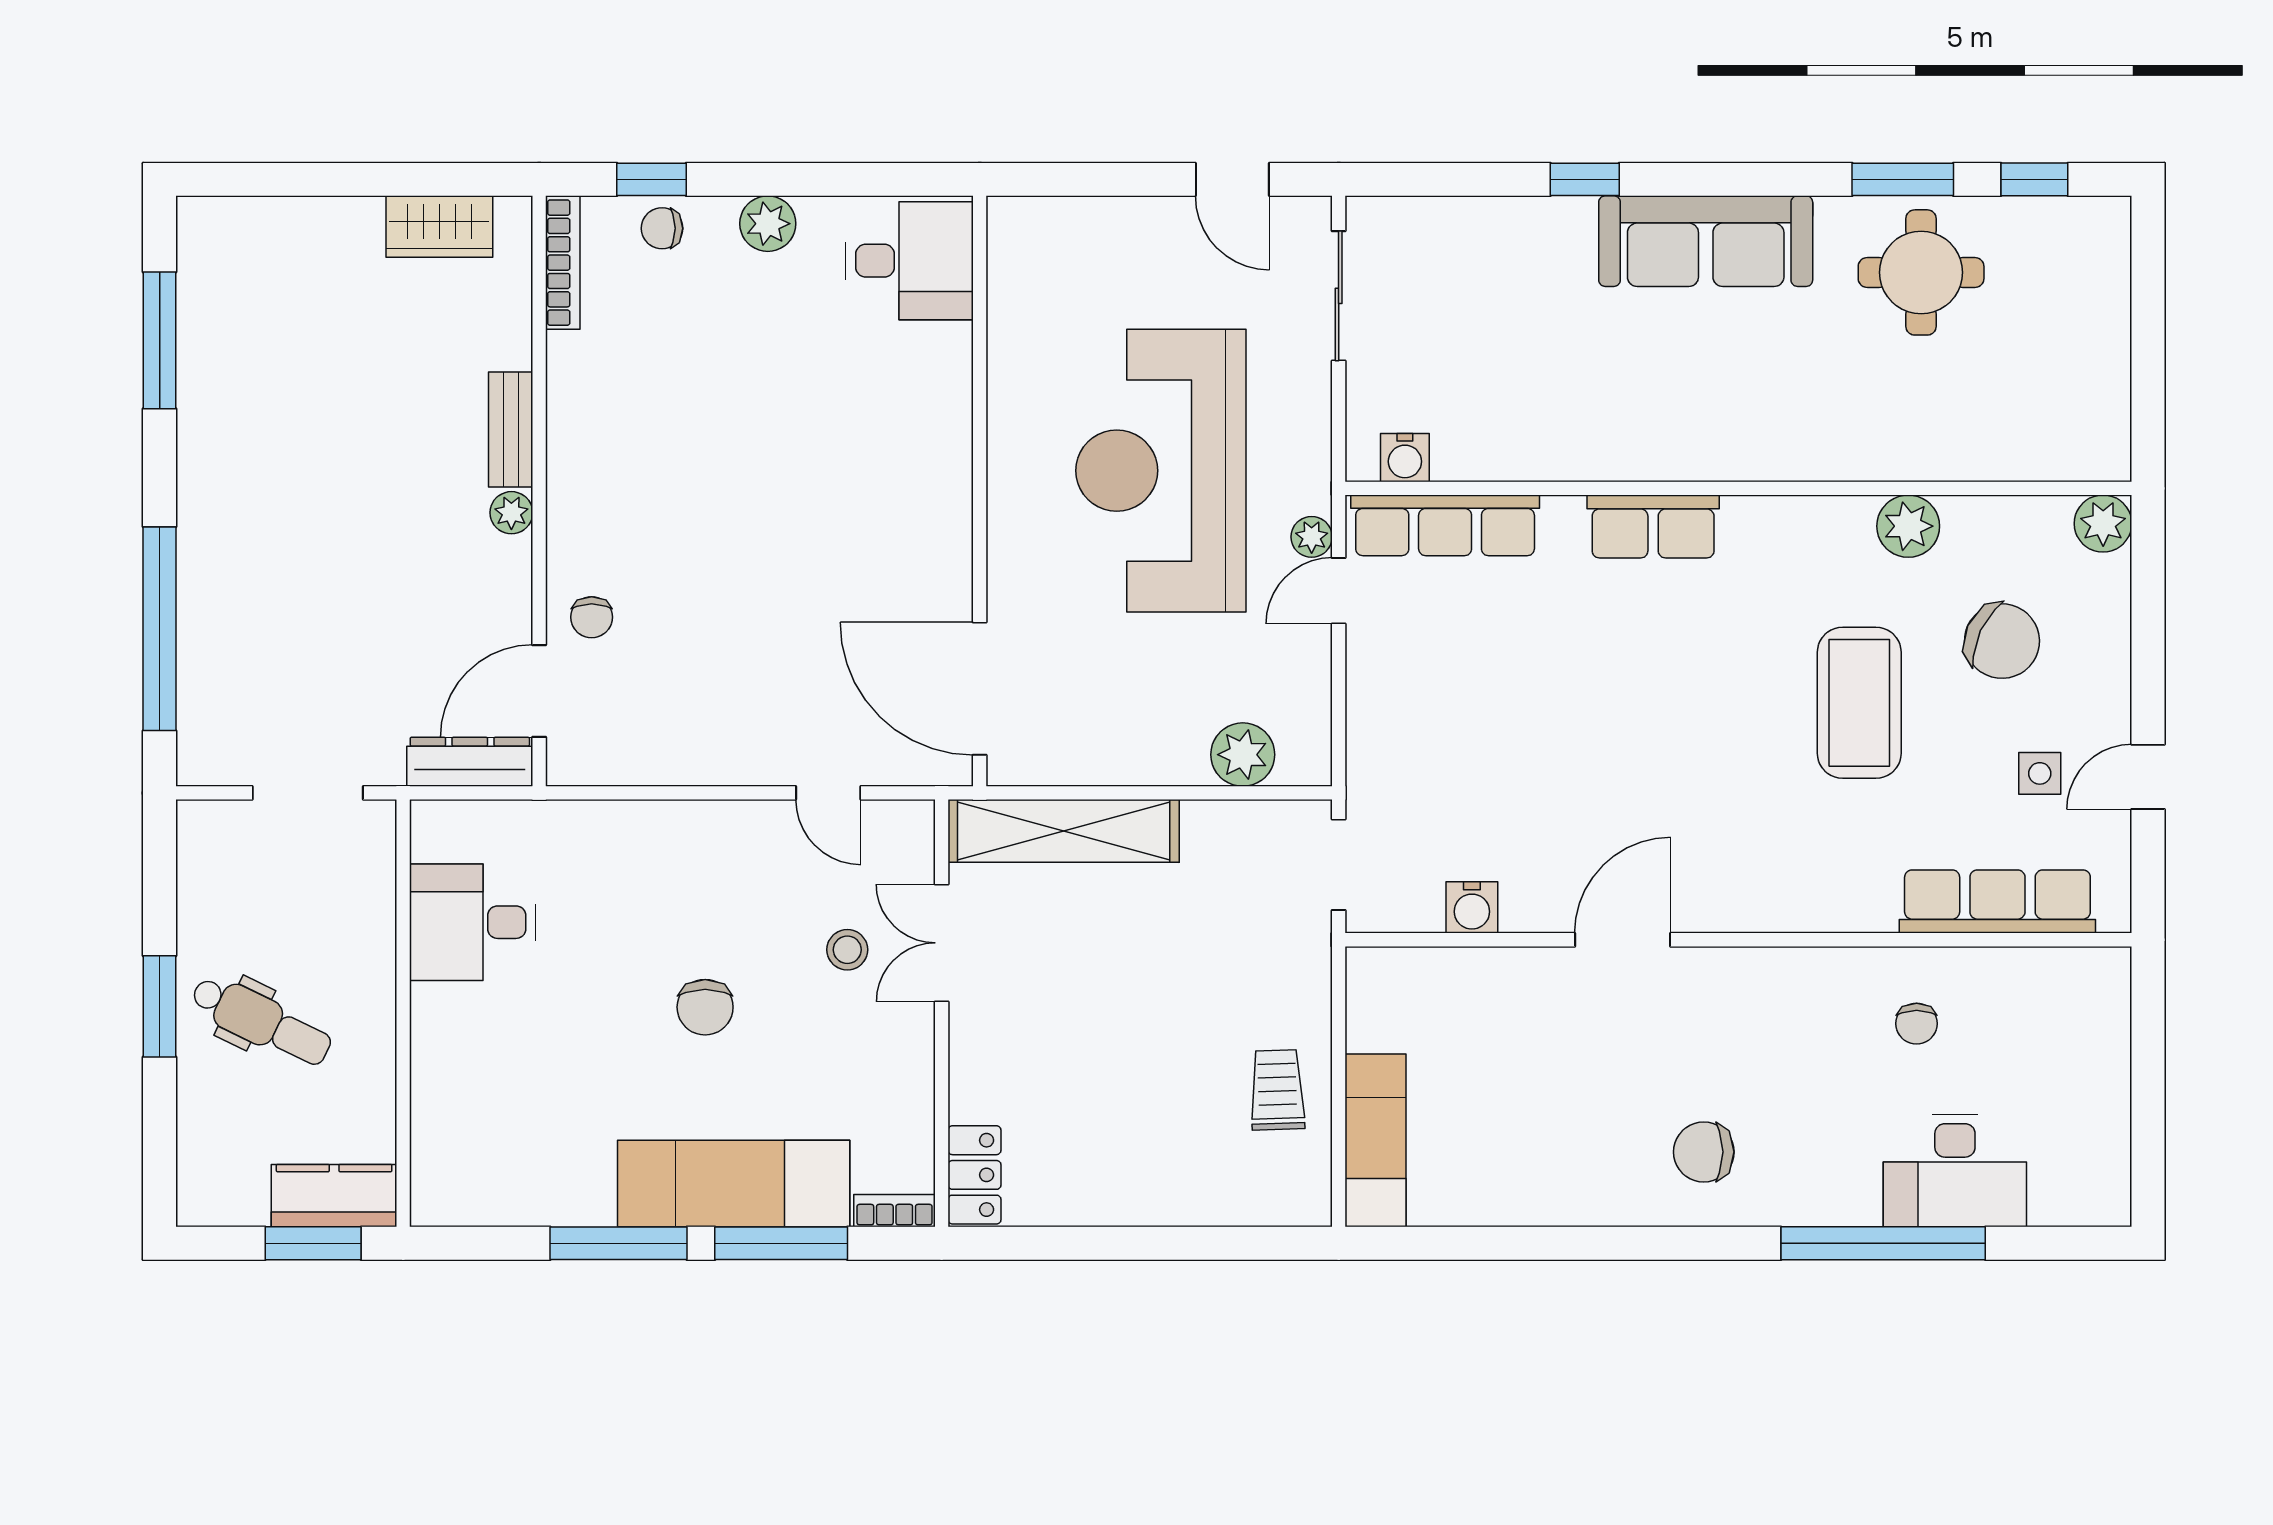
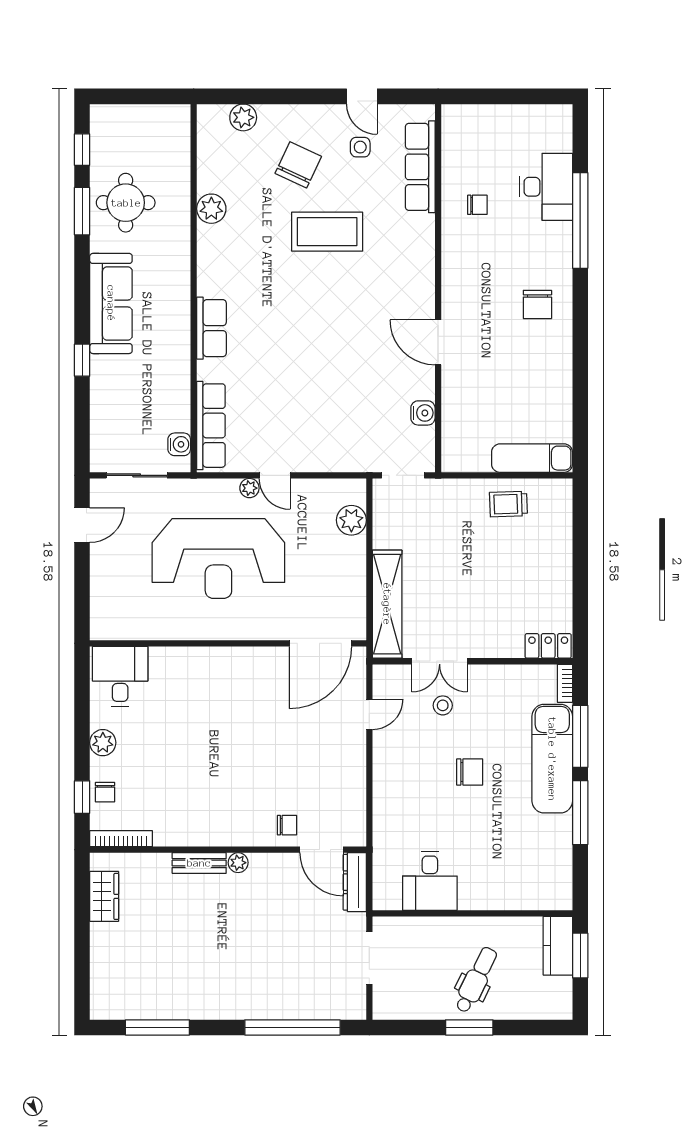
water cooler: (1405, 458) -> (179, 444), moved
wall: (1738, 488) -> (194, 288), moved
row of seats: (1445, 525) -> (211, 426), moved
row of seats: (1653, 526) -> (211, 328), moved
plant: (1908, 526) -> (211, 209), moved

